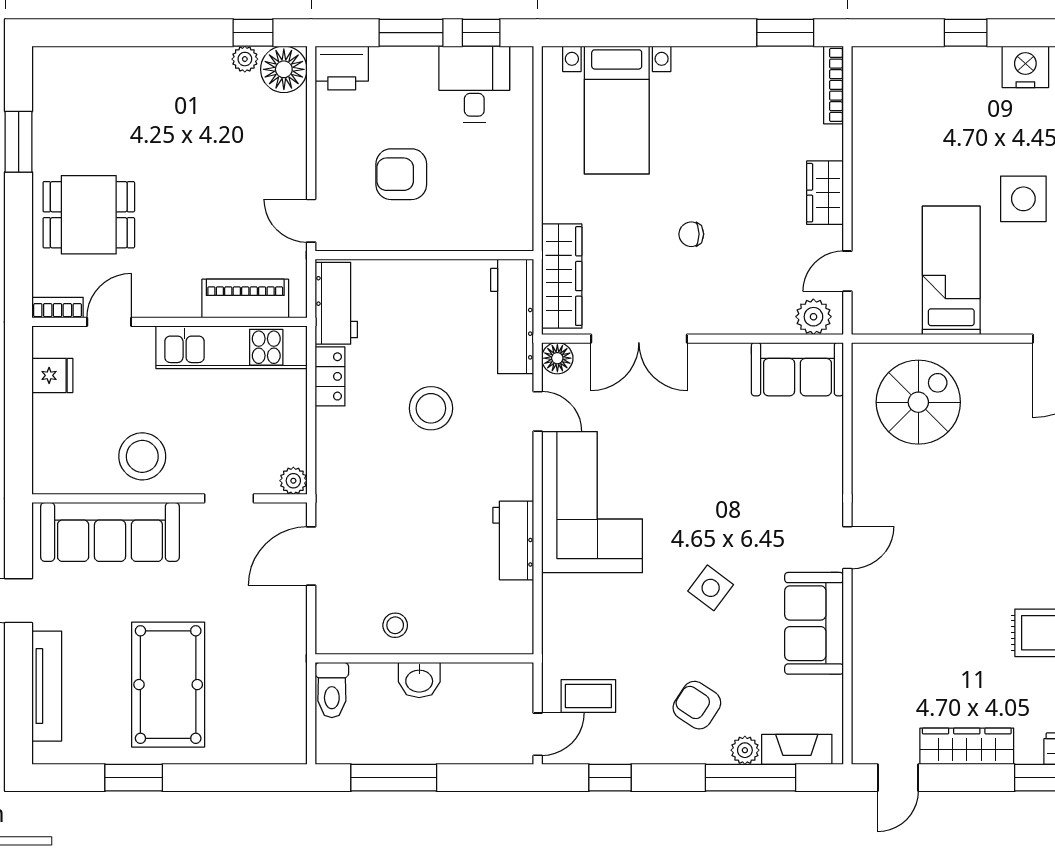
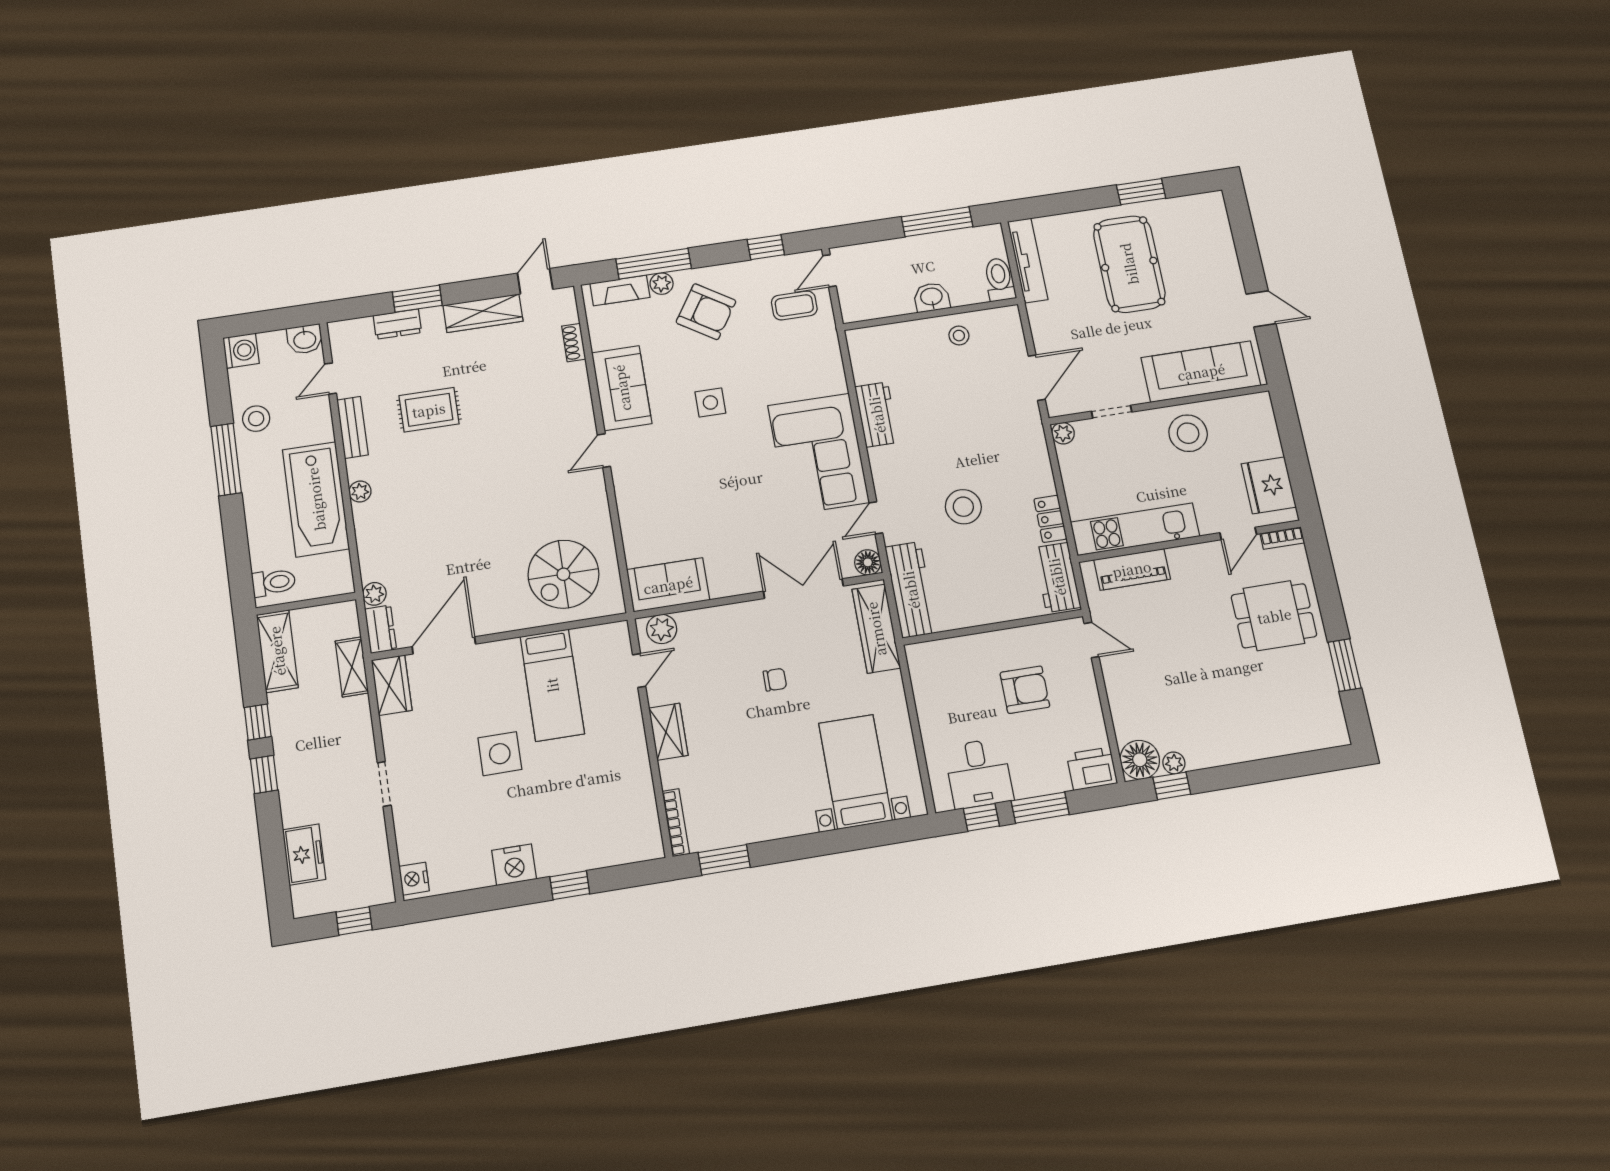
fridge: (52, 375) -> (1269, 485), width x1.88, depth x1.34
door: (538, 411) -> (876, 518), hinge flipped
side table: (711, 588) -> (710, 402), turned -37
tv unit: (47, 686) -> (1028, 260), moved, turned 180
shoe rack: (863, 691) -> (574, 343), added
armchair: (697, 705) -> (706, 312), width x1.38, depth x1.38

